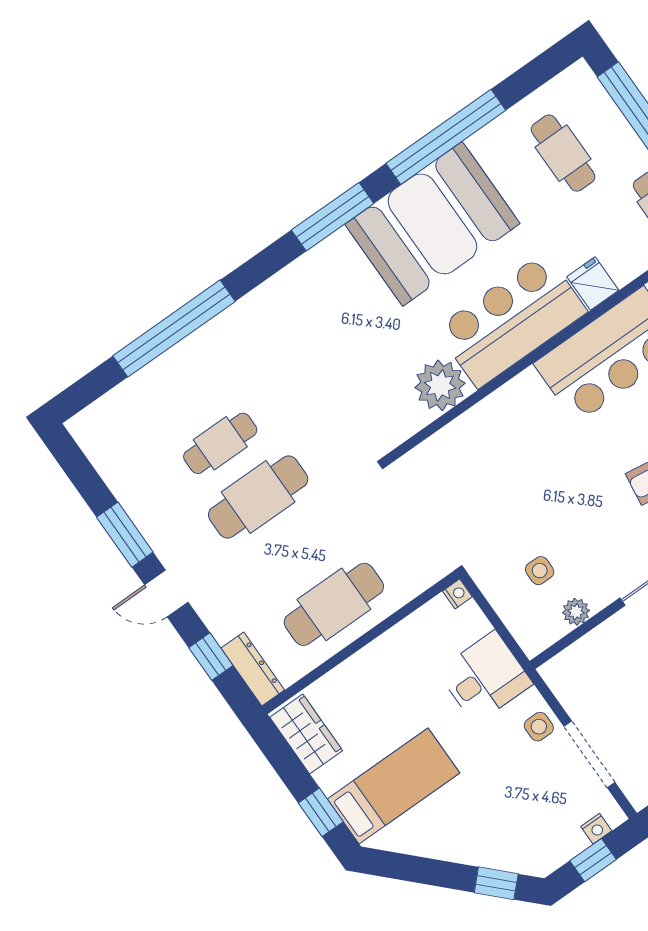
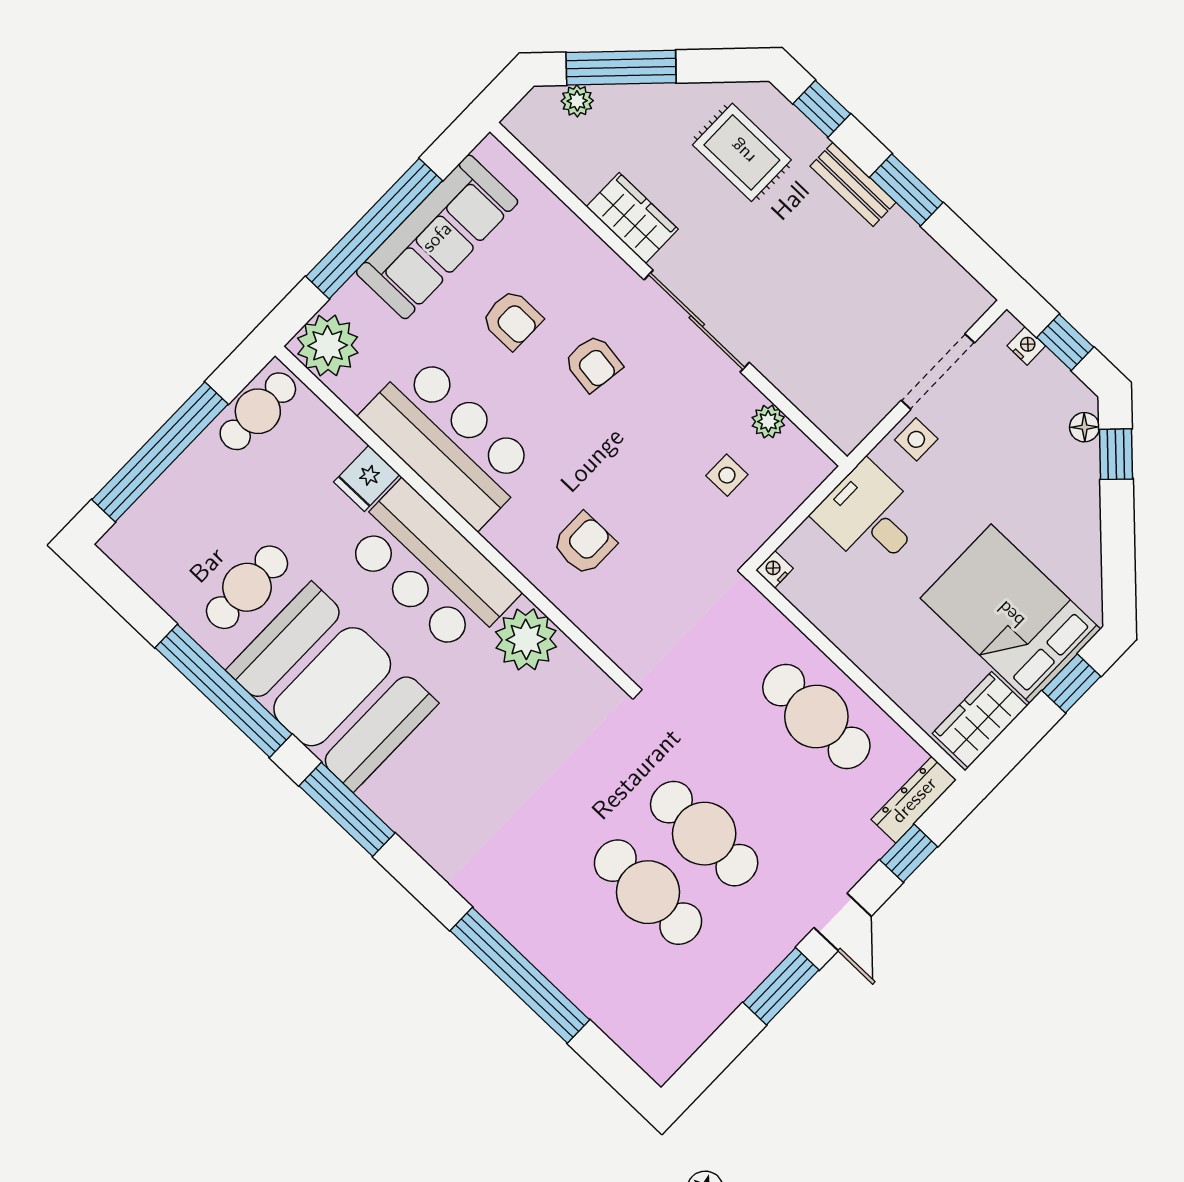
cafe table: (563, 153) -> (247, 587), moved
cafe table: (220, 443) -> (648, 892), width x1.37, depth x1.35
armchair: (507, 446) -> (584, 544), added
bed: (394, 786) -> (1011, 614), width x1.50
floor lamp: (523, 862) -> (1085, 427), added

